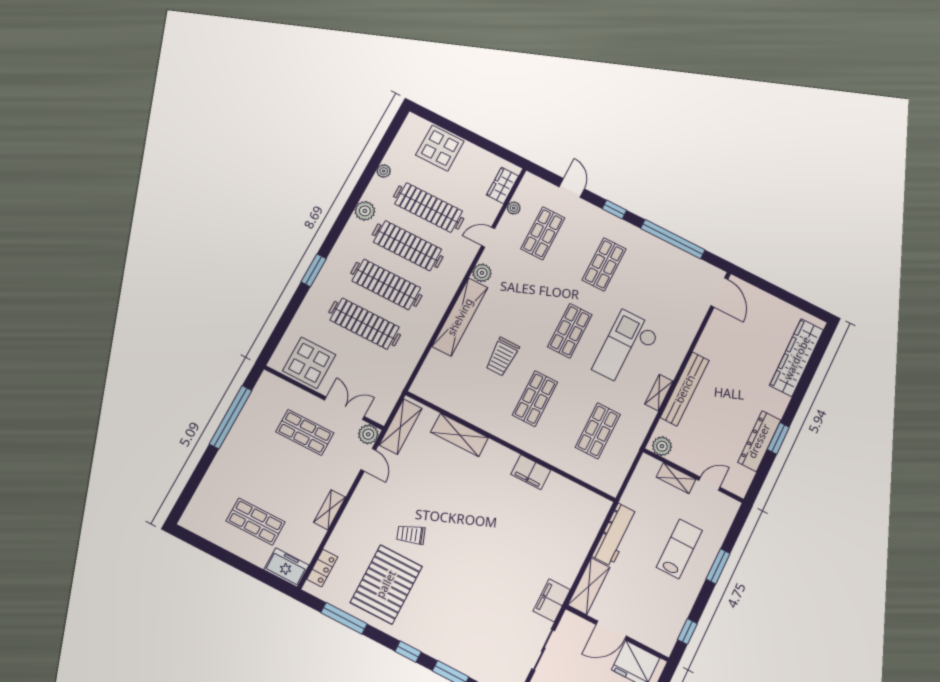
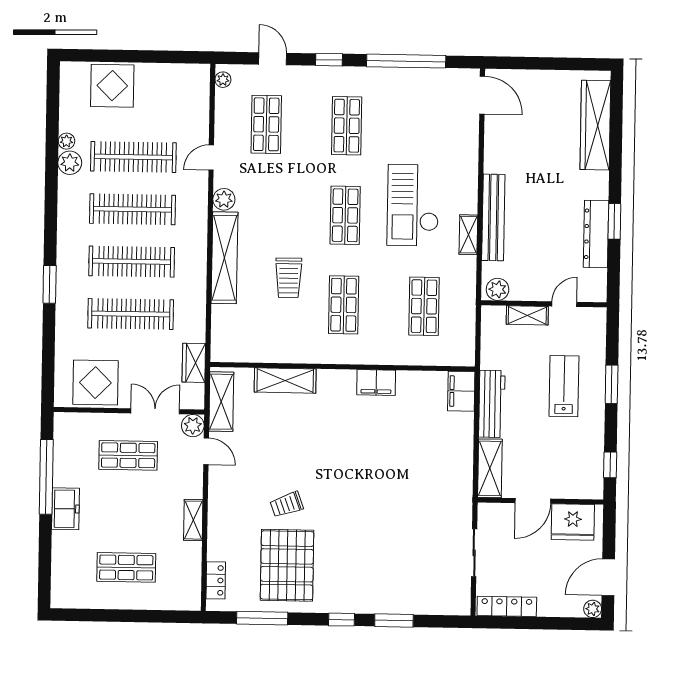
wardrobe: (503, 185) -> (194, 363), moved
plant: (514, 208) -> (223, 80), moved
plant: (365, 211) -> (70, 163), moved
freezer: (286, 567) -> (65, 509), moved, turned 90
filing cabinet: (552, 600) -> (461, 391), moved

